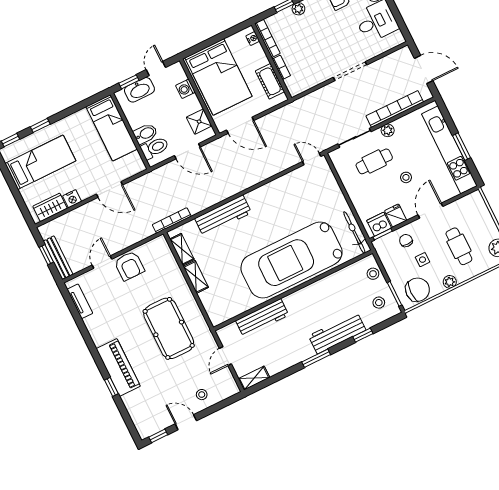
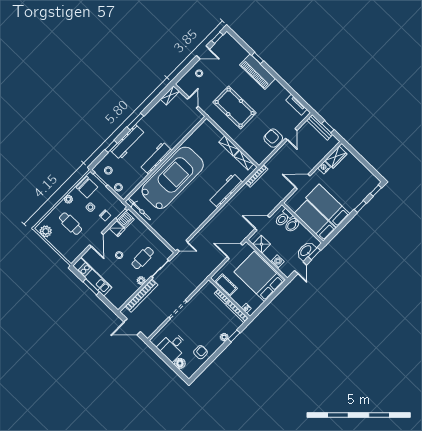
kitchen unit: (449, 150) -> (92, 277), width x0.73
bed: (40, 162) -> (328, 206), moved, turned 90
chair: (418, 290) -> (87, 187), turned -90
workbench: (262, 318) -> (156, 158), moved

